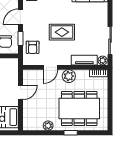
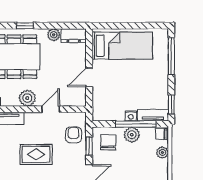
dresser: (33, 125) -> (74, 36), added

